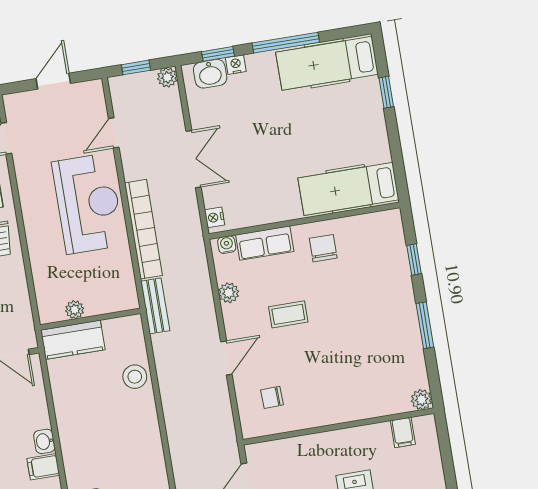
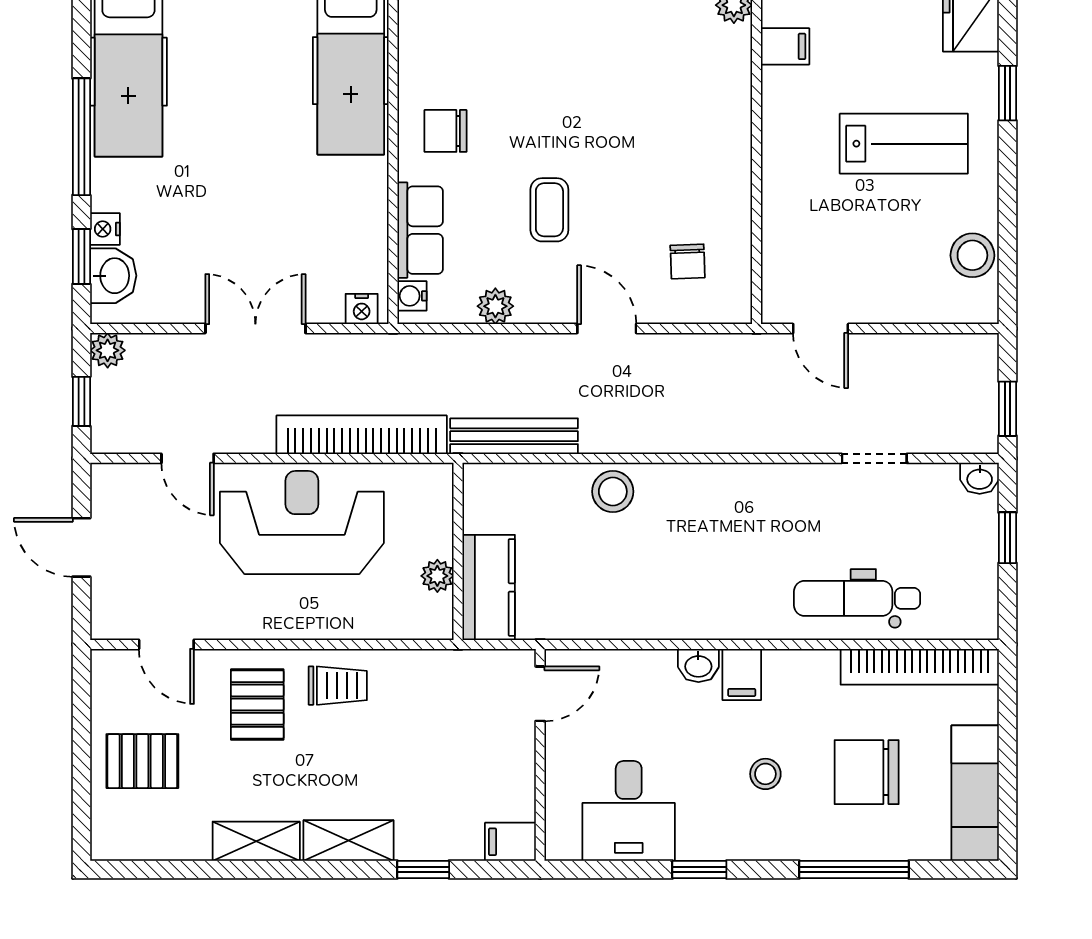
bench: (155, 306) -> (514, 436), width x1.36
plant: (75, 310) -> (437, 576), moved
wall: (90, 319) -> (458, 551), moved
kitchen counter: (73, 340) -> (489, 587), moved

